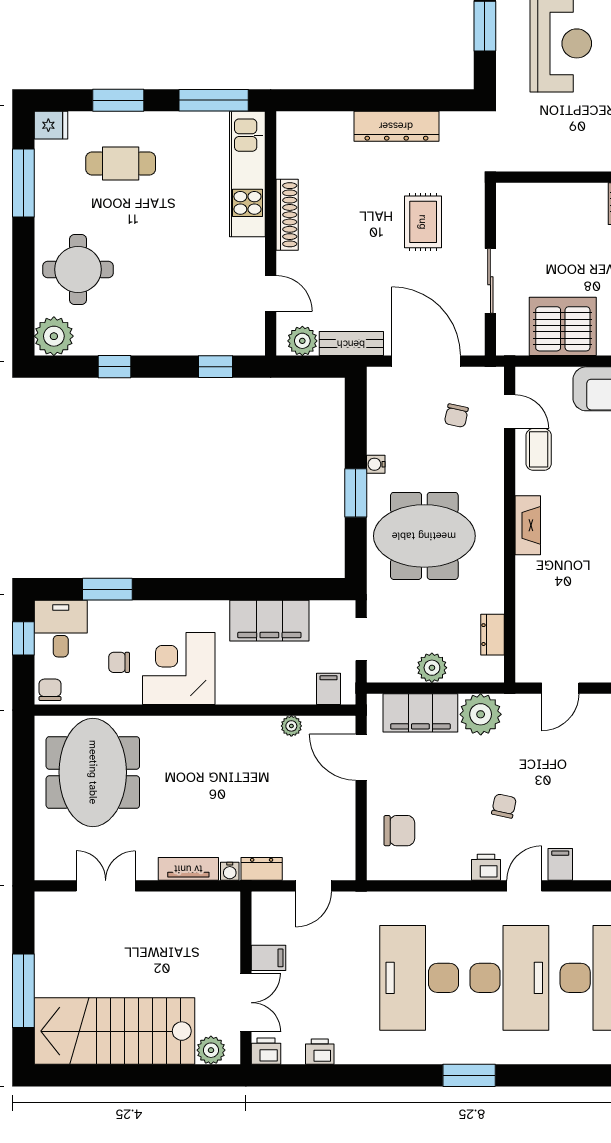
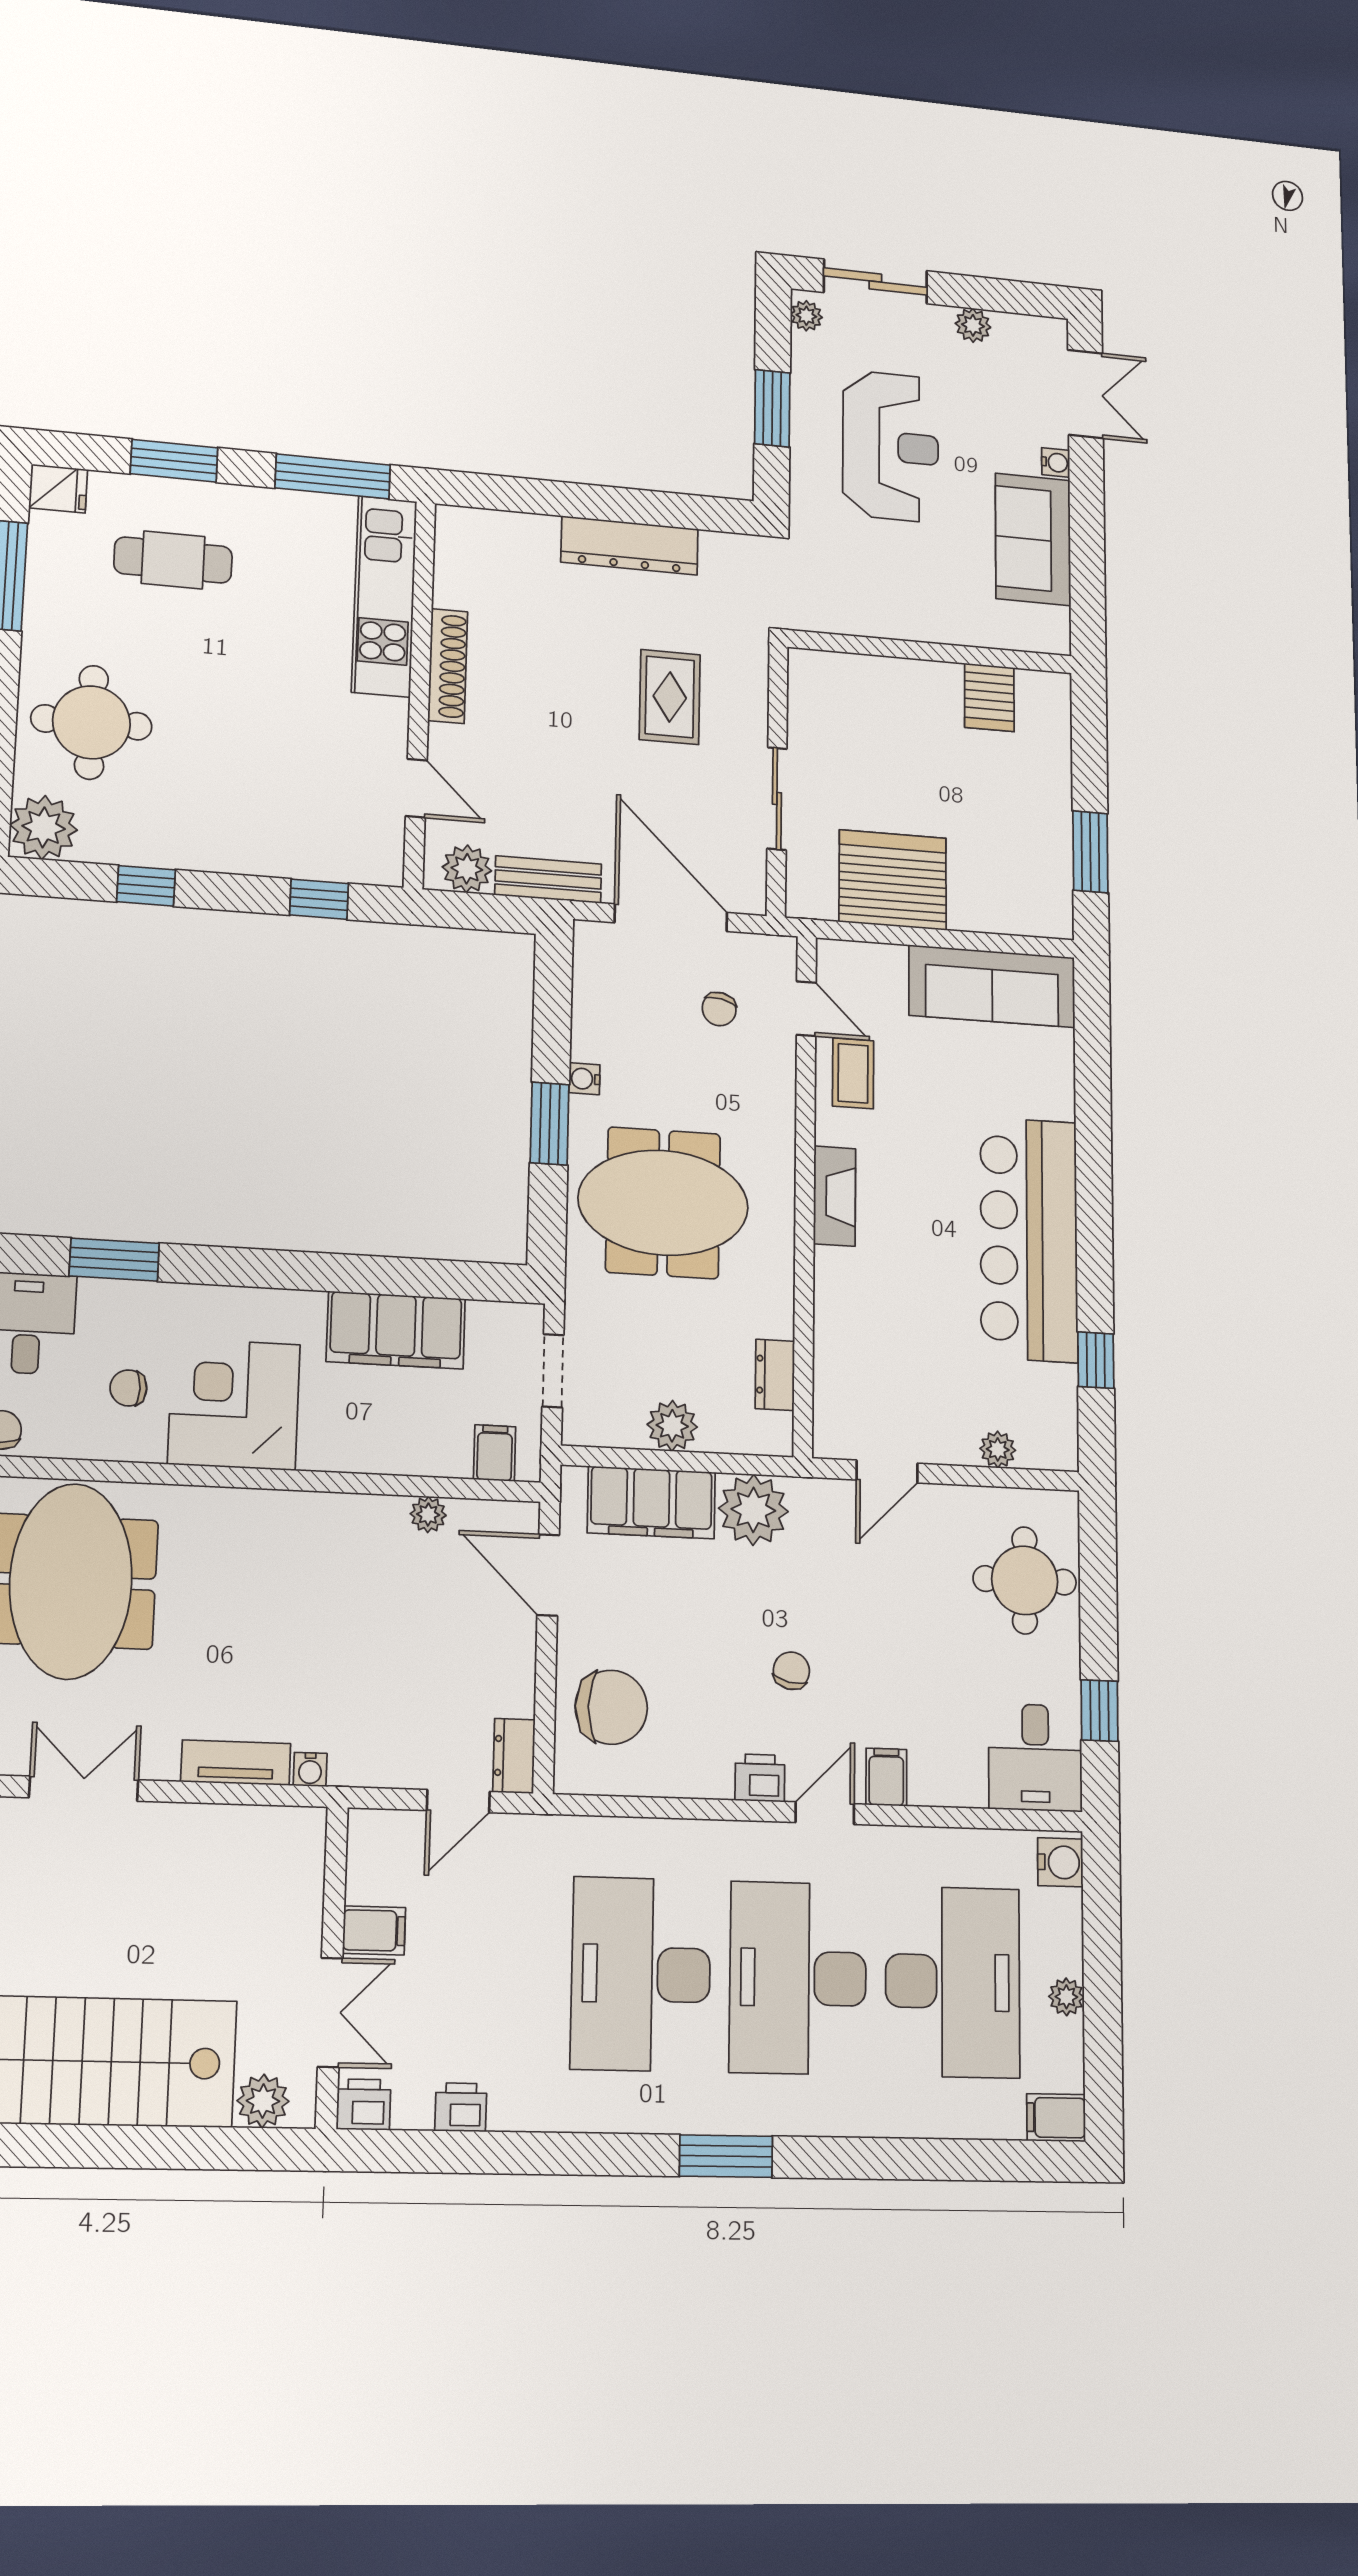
chair: (399, 831) -> (611, 1707), width x1.37, depth x1.37
dresser: (262, 869) -> (514, 1756), moved, turned -90
desk: (509, 978) -> (798, 1978), turned 180

